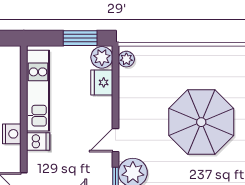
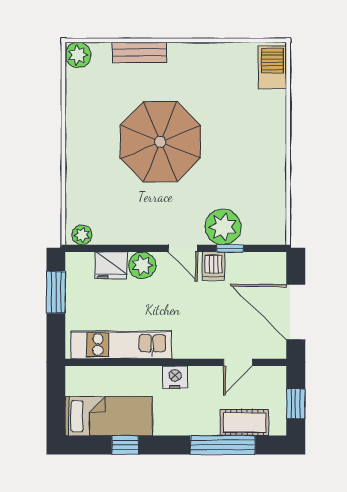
plant: (102, 57) -> (142, 265), moved
dishwasher: (38, 141) -> (213, 266), moved, turned 180

